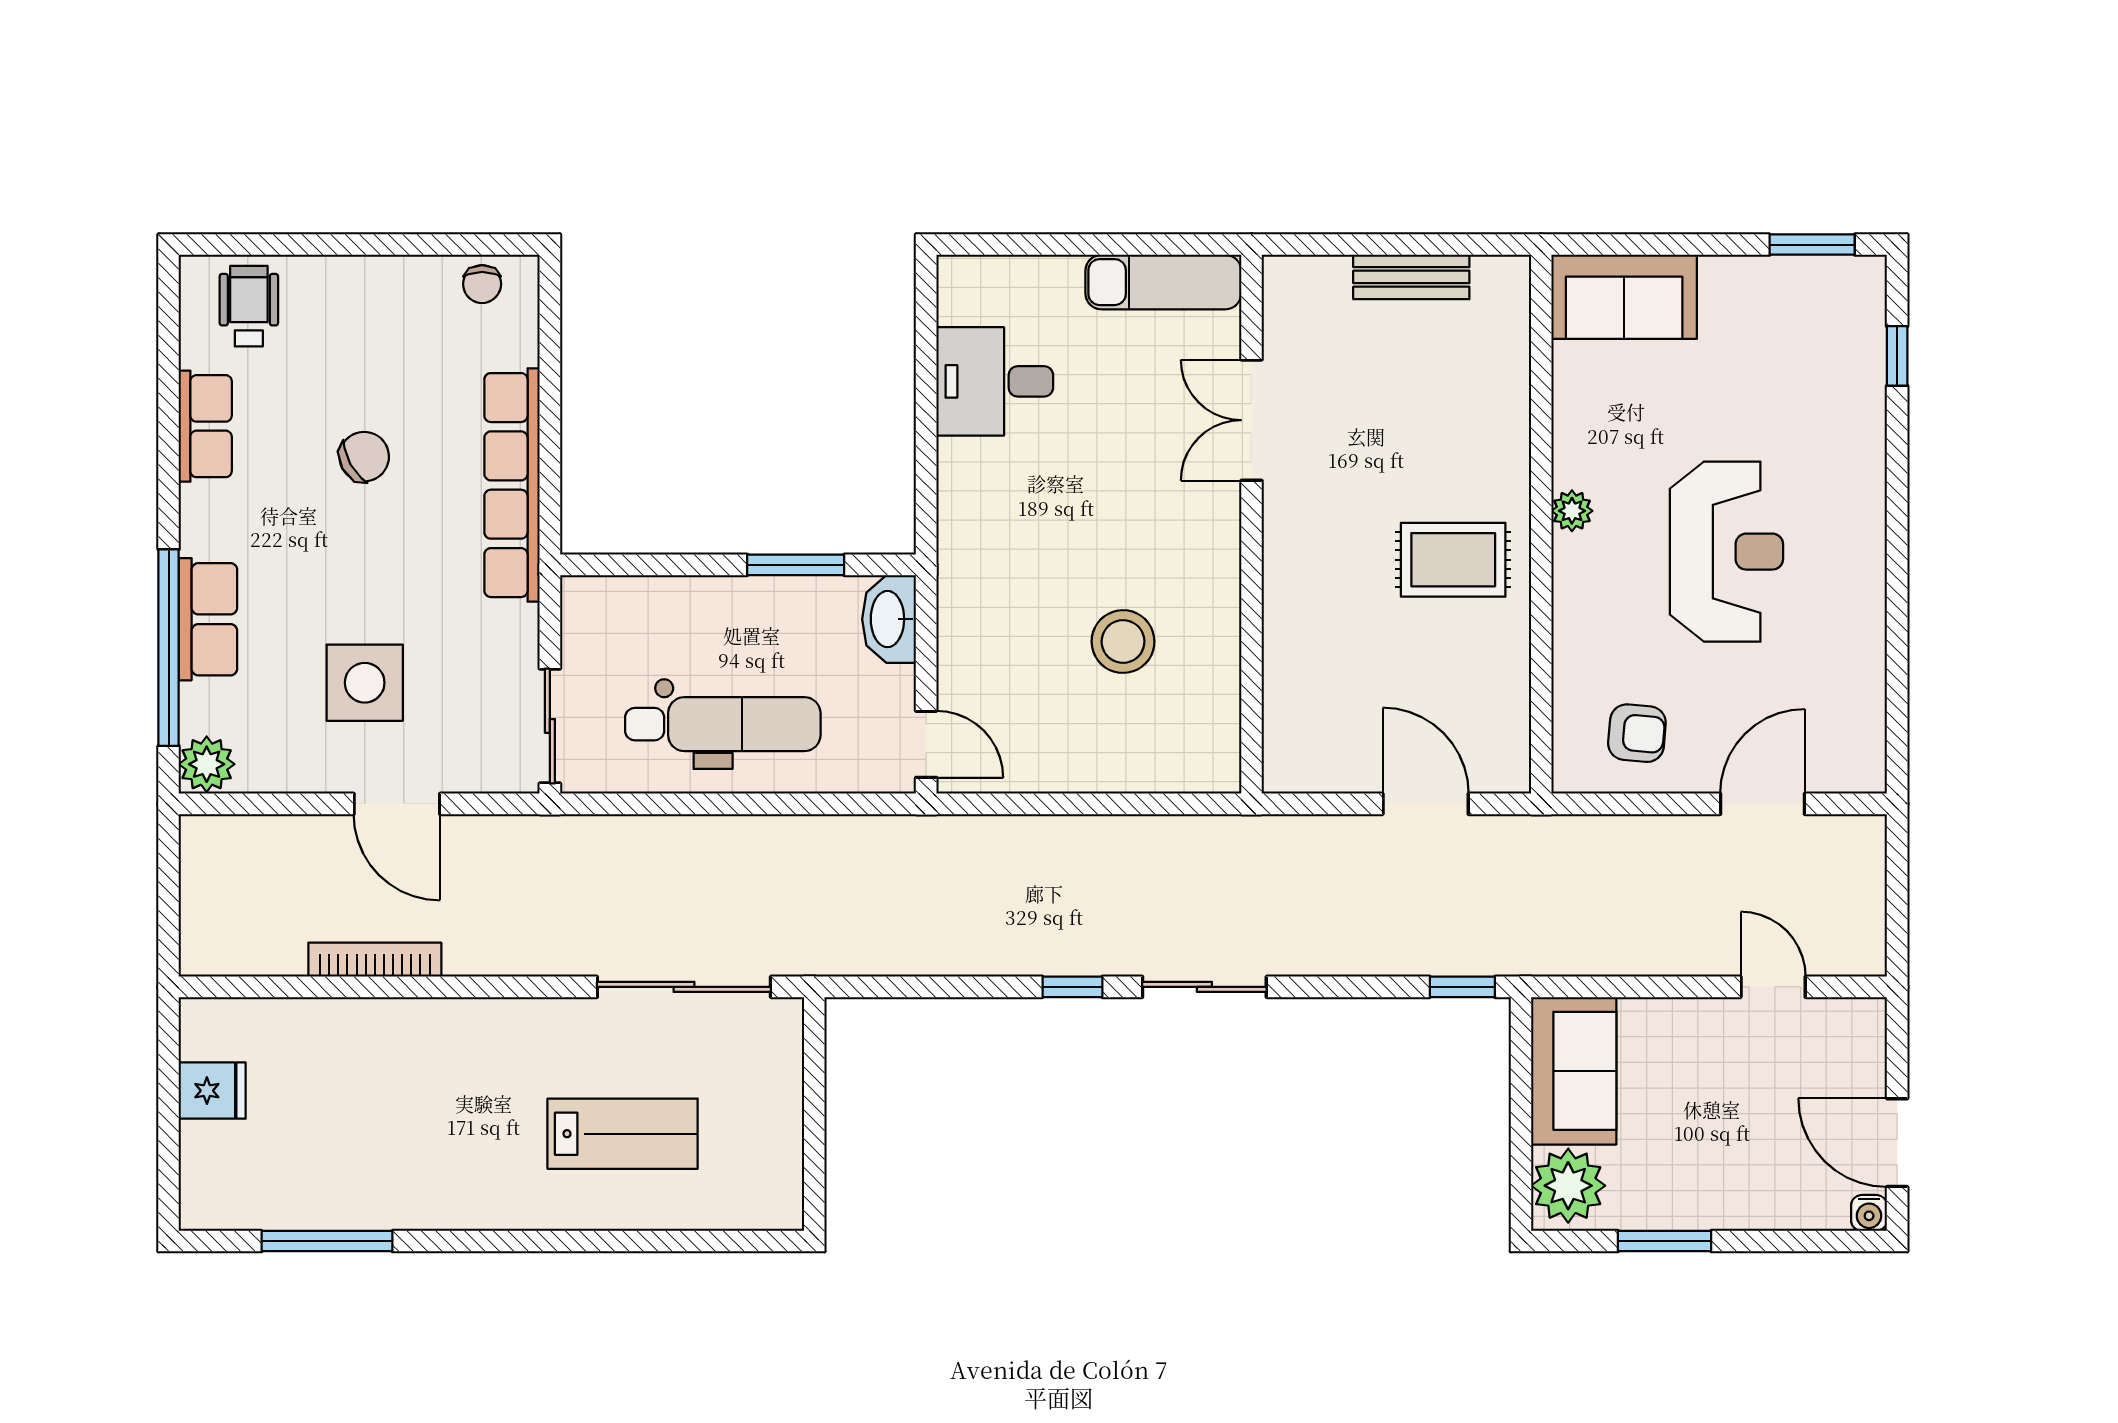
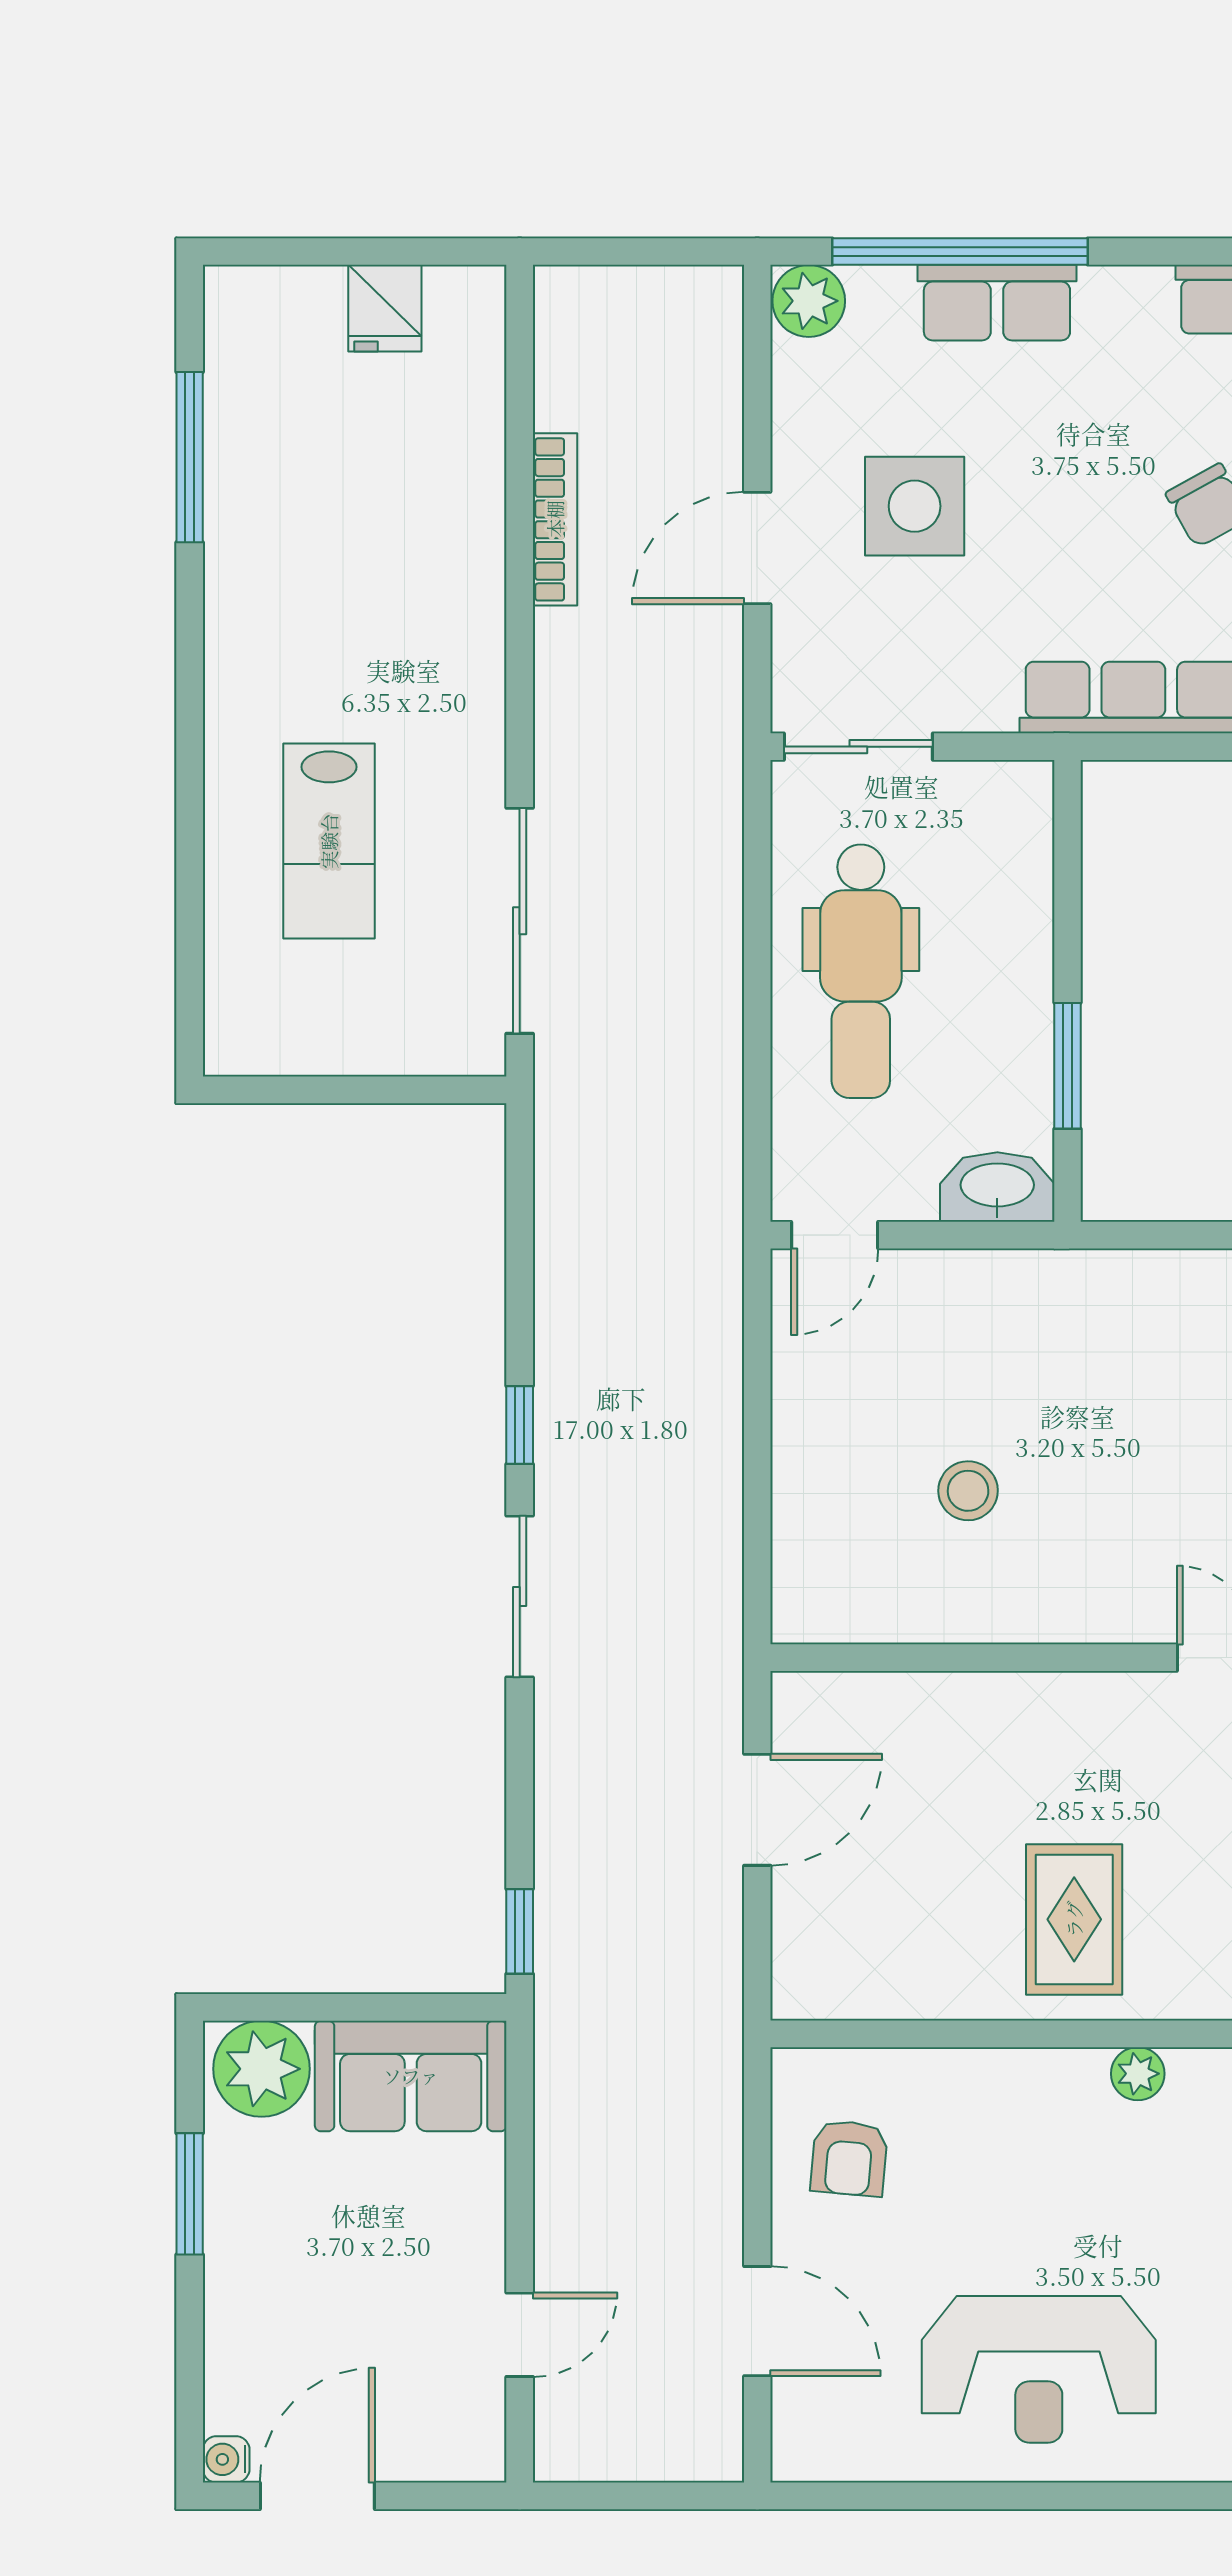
reception desk: (1726, 552) -> (1039, 2369), moved
stool: (1123, 642) -> (968, 1491), width x0.73, depth x0.73
door: (1426, 804) -> (757, 1810), moved

